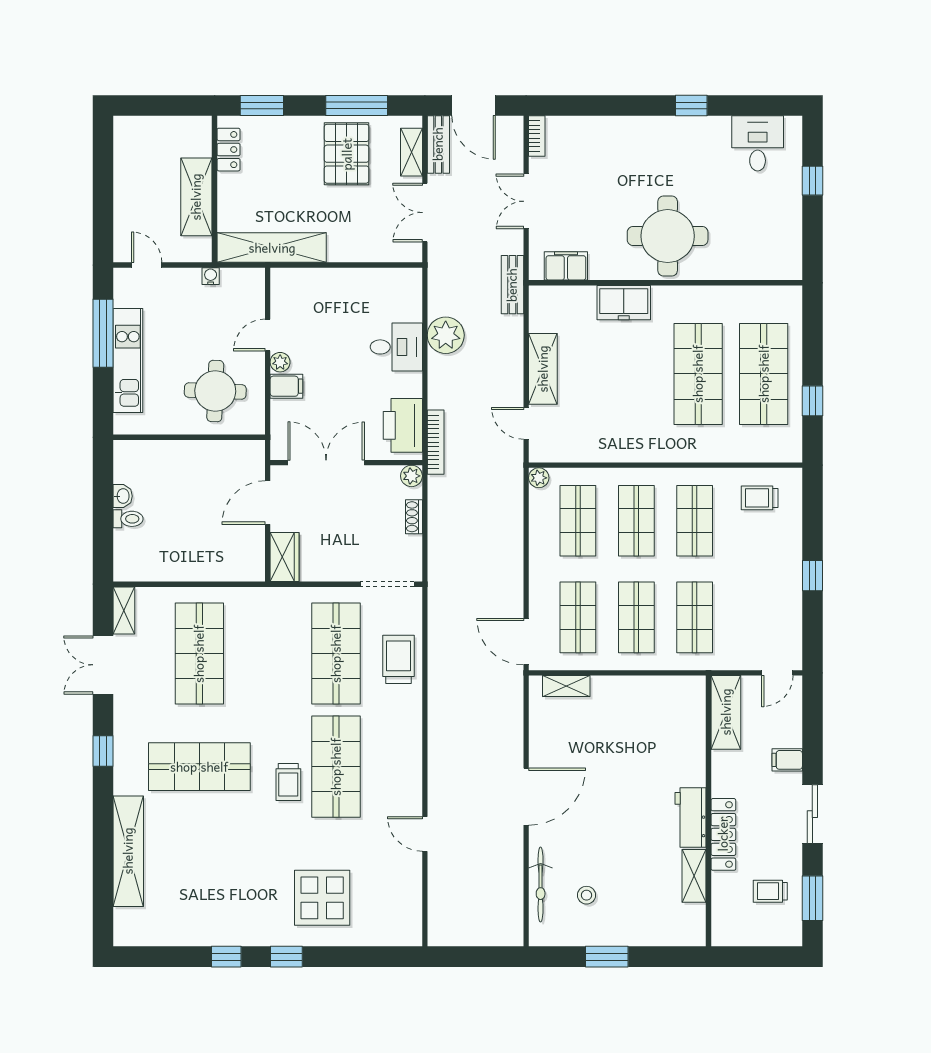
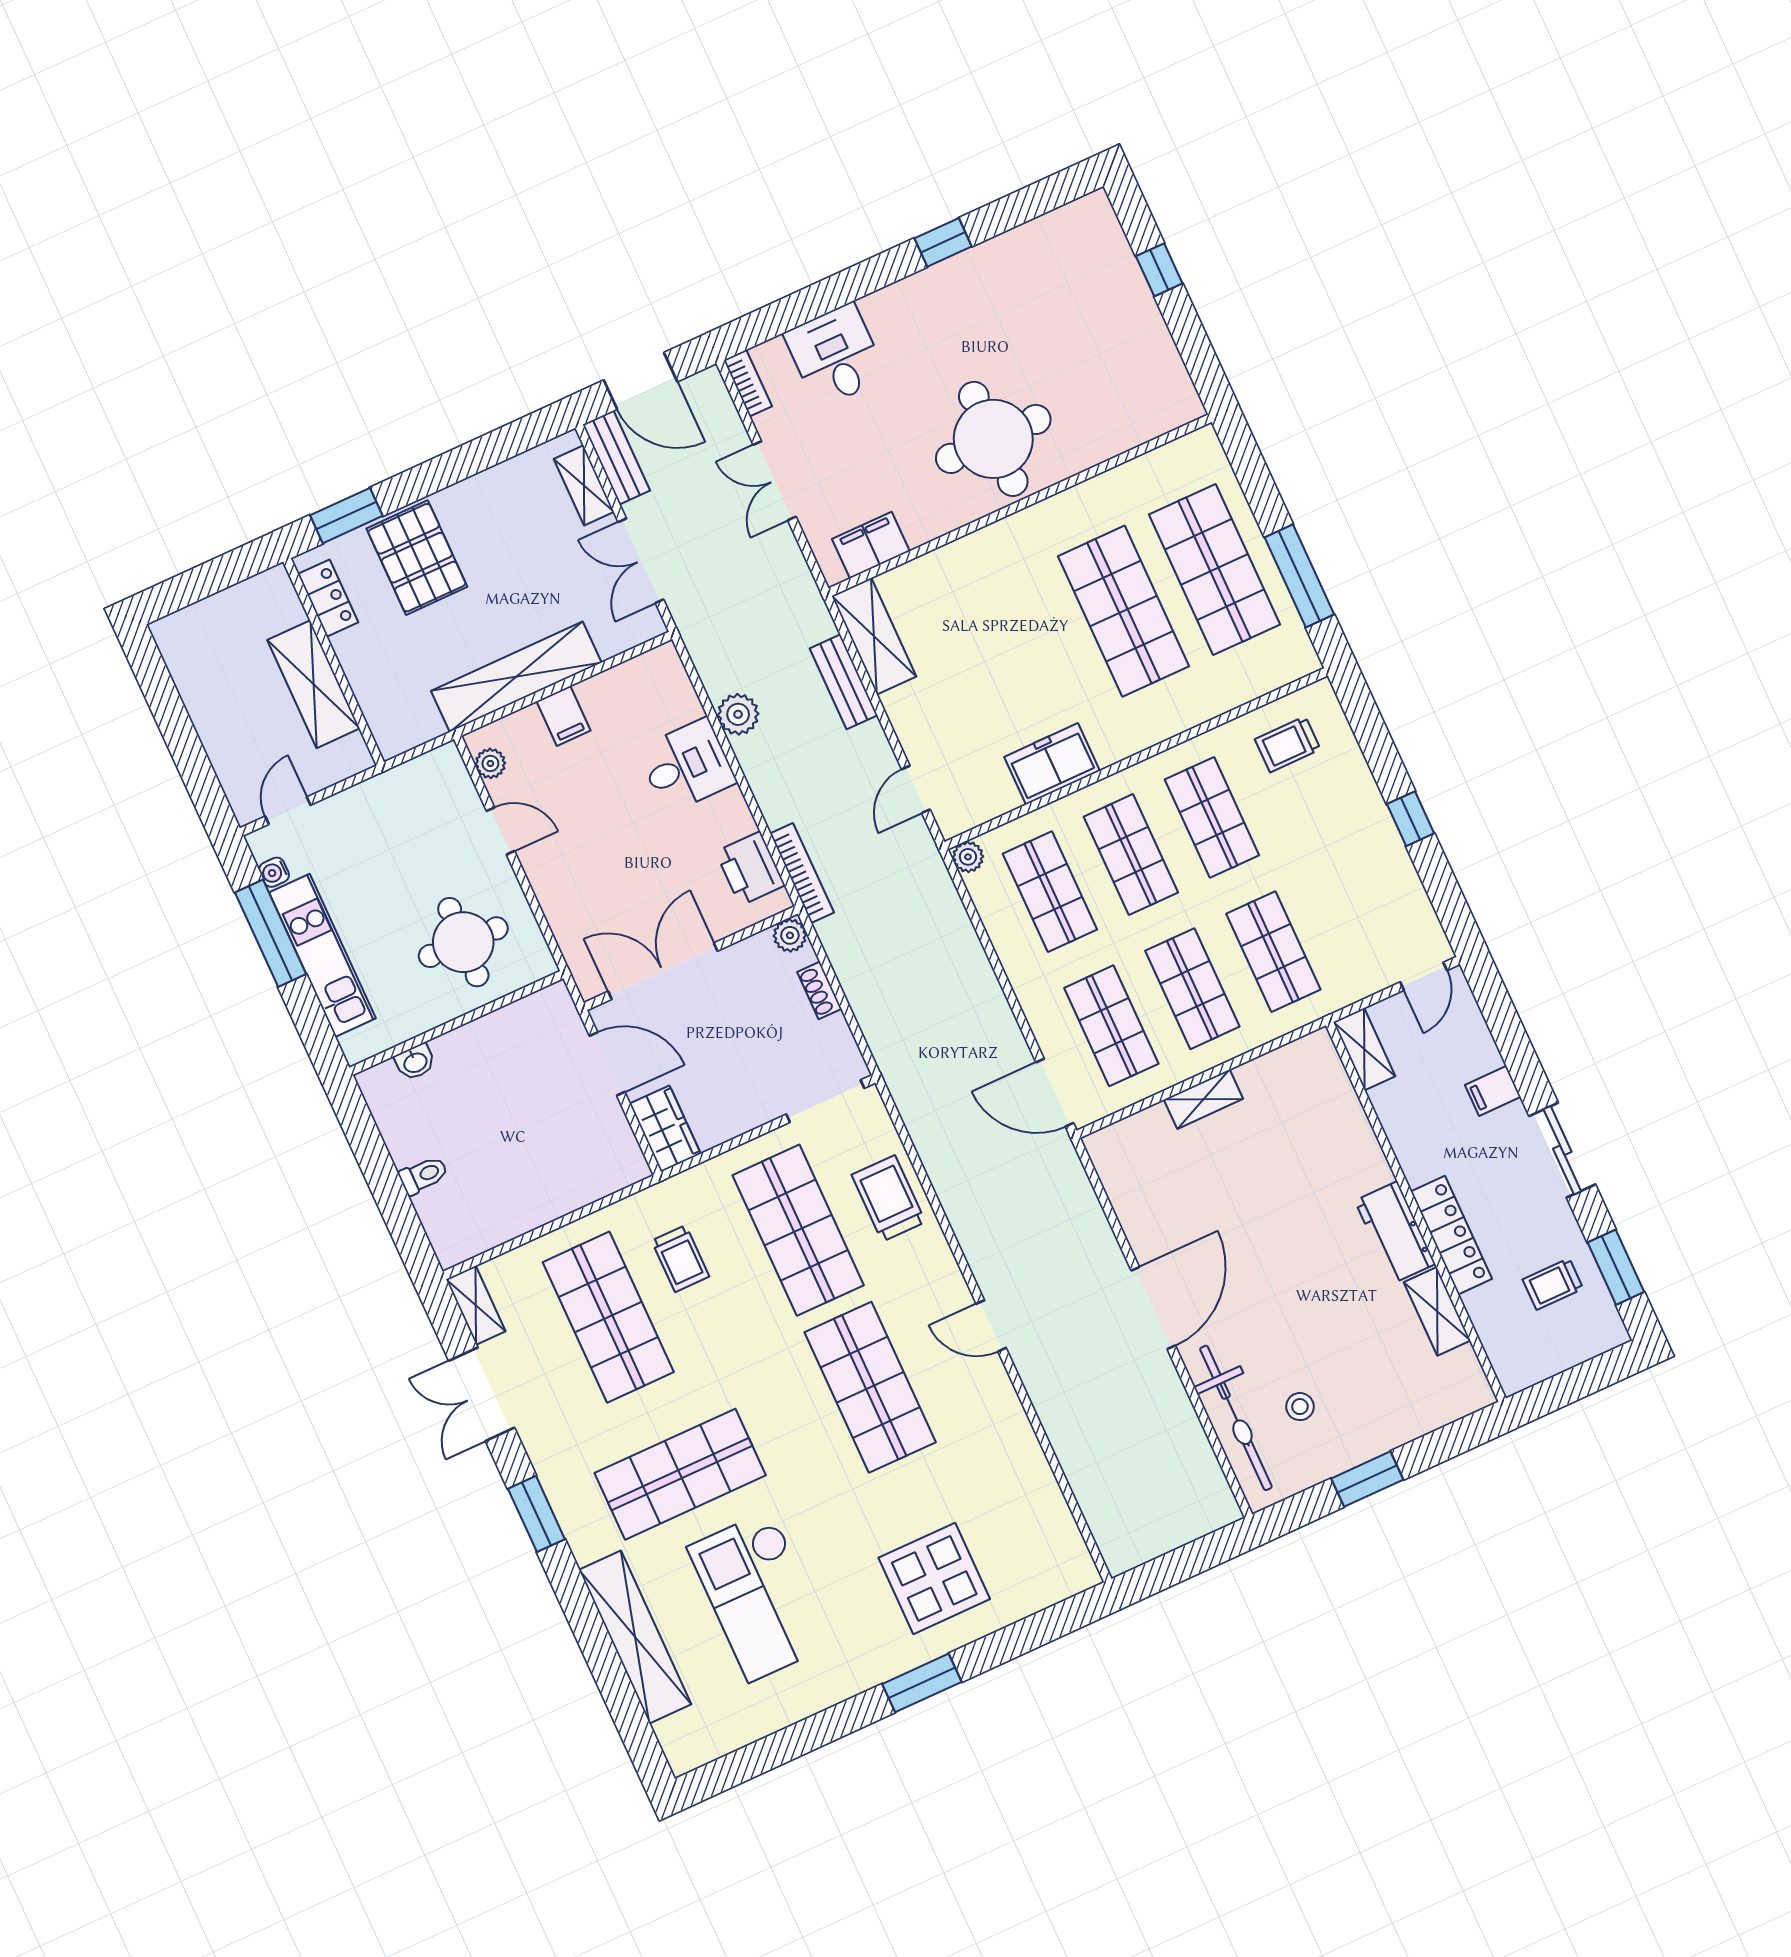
window: (357, 105) -> (478, 455), removed
desk: (758, 143) -> (835, 355), moved
pallet: (347, 154) -> (417, 558), moved
shelving: (272, 248) -> (516, 677), moved
door: (147, 265) -> (288, 811), hinge flipped
water cooler: (211, 276) -> (274, 872), moved, turned -90
bench: (512, 285) -> (844, 682), moved
freezer: (624, 303) -> (1052, 764), moved, turned 180
door: (268, 335) -> (501, 831), swing flipped
plant: (446, 335) -> (738, 714), width x0.73, depth x0.73
plant: (280, 362) -> (490, 763), moved
shelving: (543, 369) -> (874, 636), moved
filing cabinet: (286, 386) -> (563, 716), moved, turned 90
window: (812, 401) -> (1299, 576), width x2.17
door: (526, 423) -> (916, 789), hinge flipped
printer: (403, 425) -> (750, 869), width x0.73, depth x0.84
washbasin: (123, 496) -> (415, 1062), moved, turned 90
door: (268, 503) -> (607, 1064), swing flipped
shelving: (566, 686) -> (1203, 1099), moved
shelving: (726, 712) -> (1364, 1049), width x0.67, depth x0.75
window: (103, 751) -> (536, 1514), width x1.50
trolley: (288, 782) -> (680, 1259), moved
door: (425, 834) -> (991, 1326), moved
checkout: (214, 861) -> (760, 1596), added
bicycle: (541, 885) -> (1236, 1418), width x1.37, depth x1.40
window: (226, 957) -> (838, 1721), removed
window: (286, 957) -> (922, 1683), width x1.50

